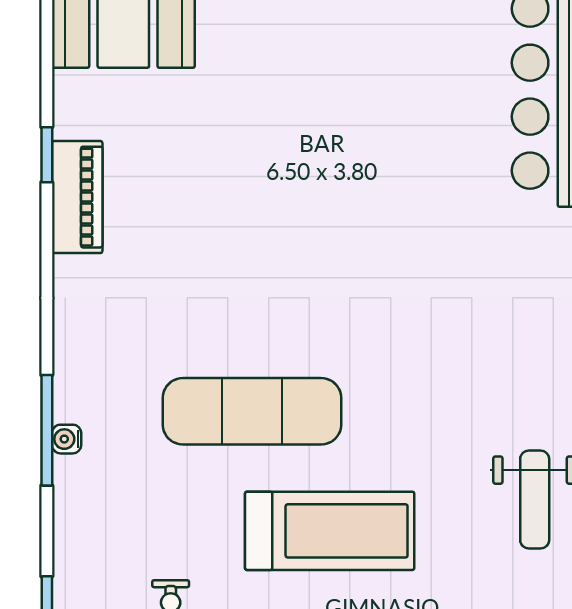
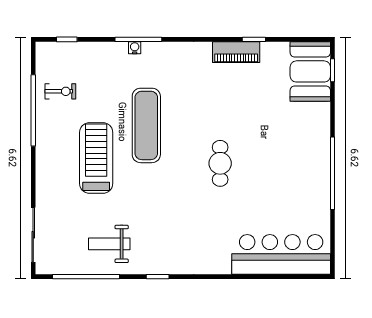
cafe table: (342, 235) -> (220, 163), added
treadmill: (330, 531) -> (96, 158), turned 180

